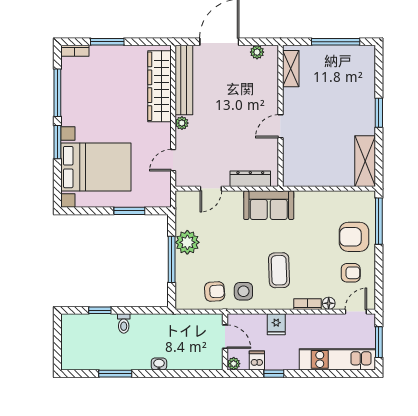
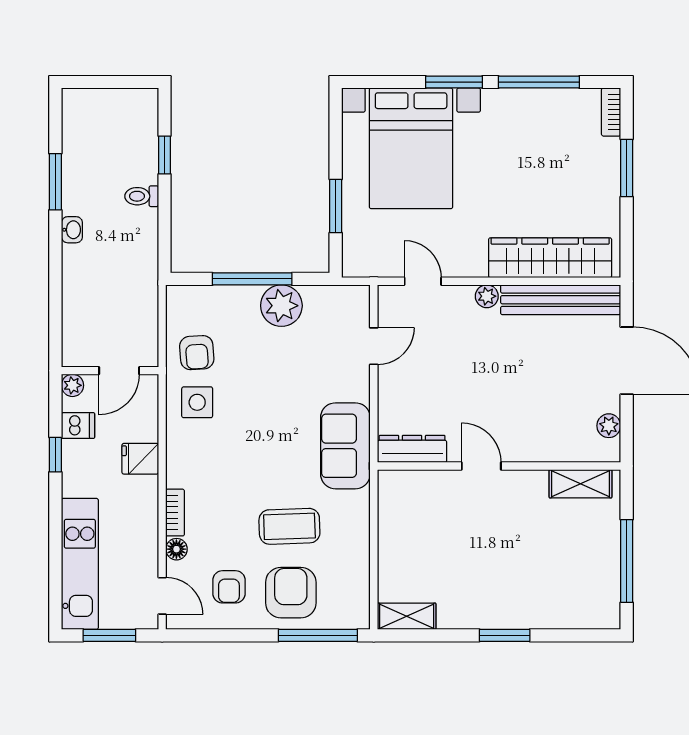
shelving: (365, 161) -> (407, 616), width x0.67, depth x0.75
dresser: (250, 179) -> (412, 449), moved, turned -90
door: (211, 189) -> (374, 346), swing flipped
coffee table: (279, 270) -> (289, 526), moved
washbasin: (159, 364) -> (72, 230), moved

